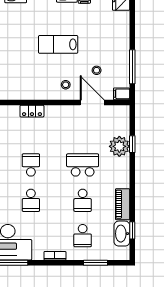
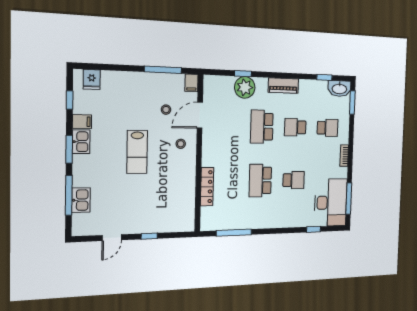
locker: (32, 111) -> (207, 187), width x1.53
school desk: (31, 165) -> (260, 181), width x1.85
school desk: (83, 200) -> (295, 127), turned 180
piano: (123, 204) -> (283, 86), moved
washbasin: (122, 234) -> (339, 89), moved
window: (96, 263) -> (352, 102), moved

